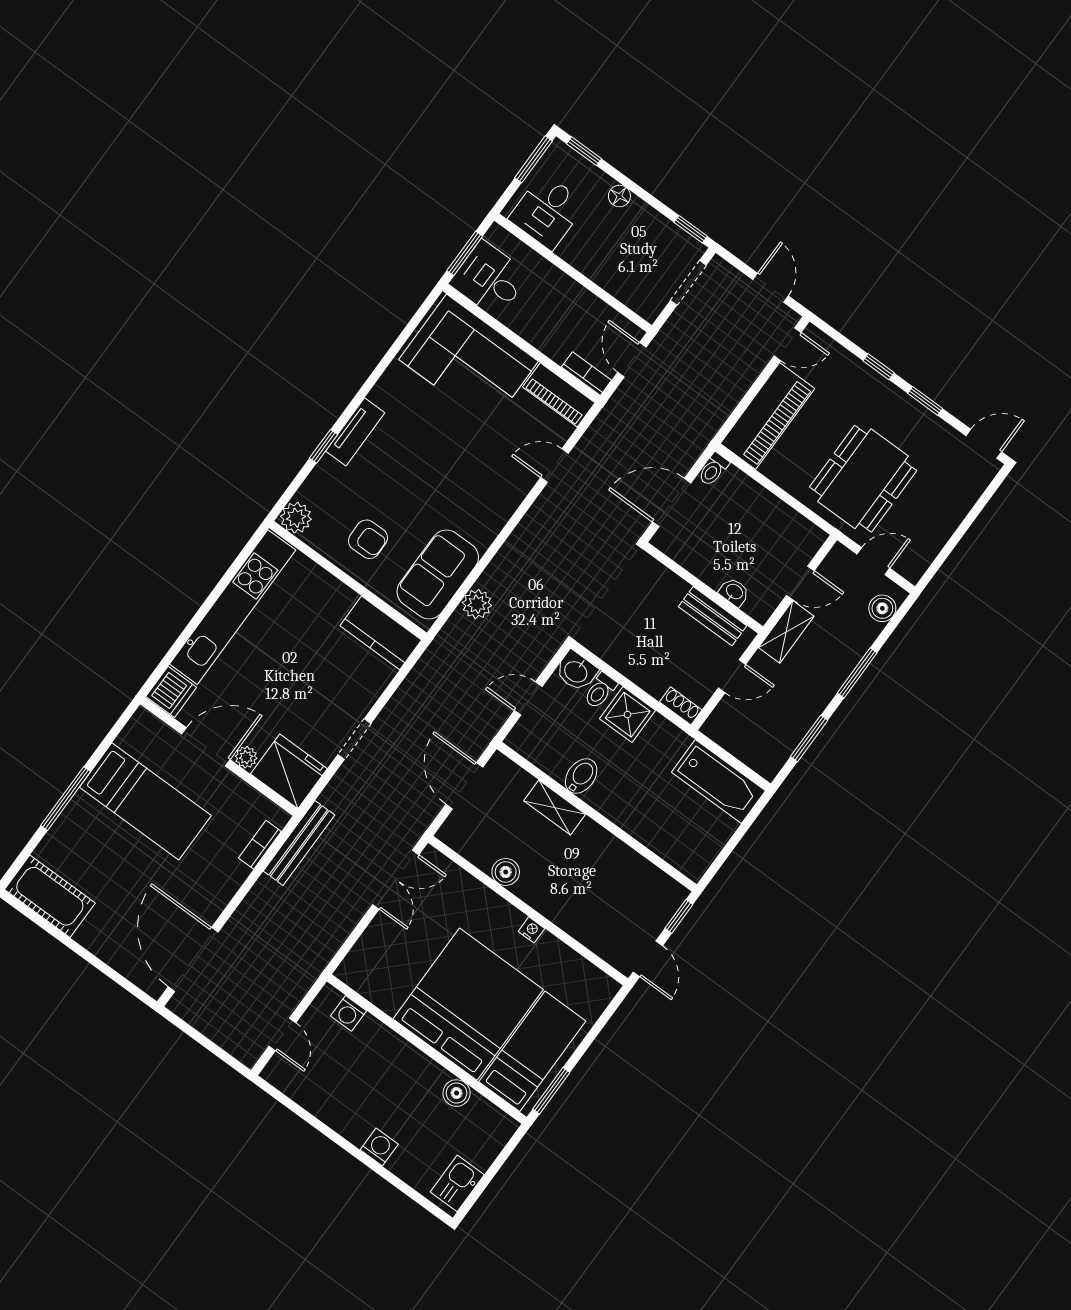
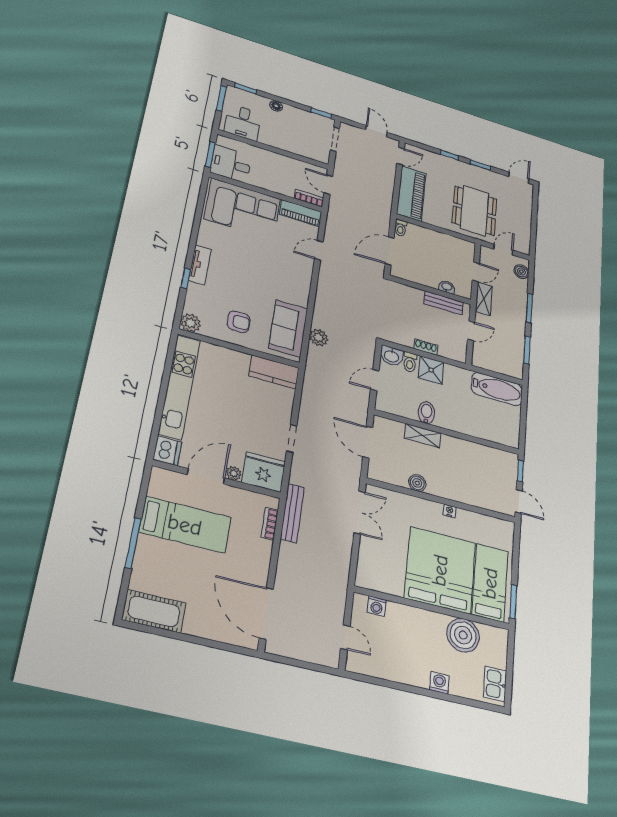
shoe rack: (681, 706) -> (426, 347), moved
boiler: (457, 1093) -> (463, 635), width x1.86, depth x1.86

